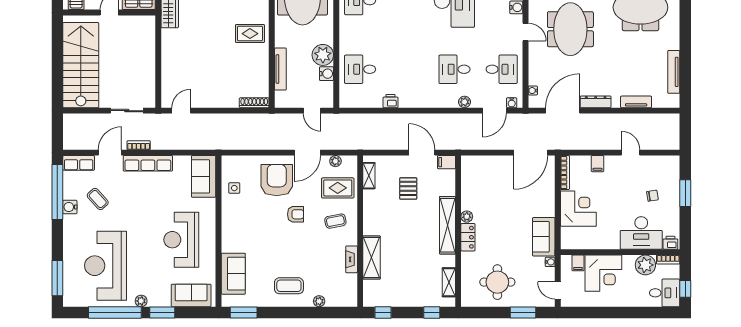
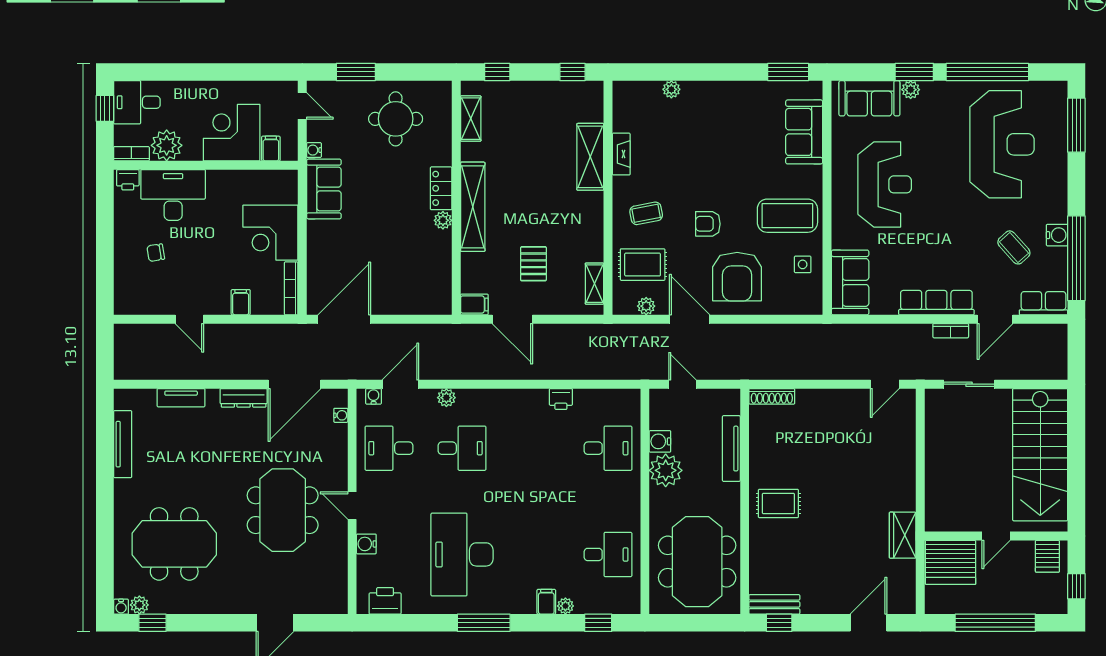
door: (307, 153) -> (690, 319), hinge flipped
window: (685, 193) -> (105, 256), removed
coffee table: (289, 286) -> (787, 216), moved, width x1.36, depth x1.32
plant: (141, 301) -> (911, 90), moved

